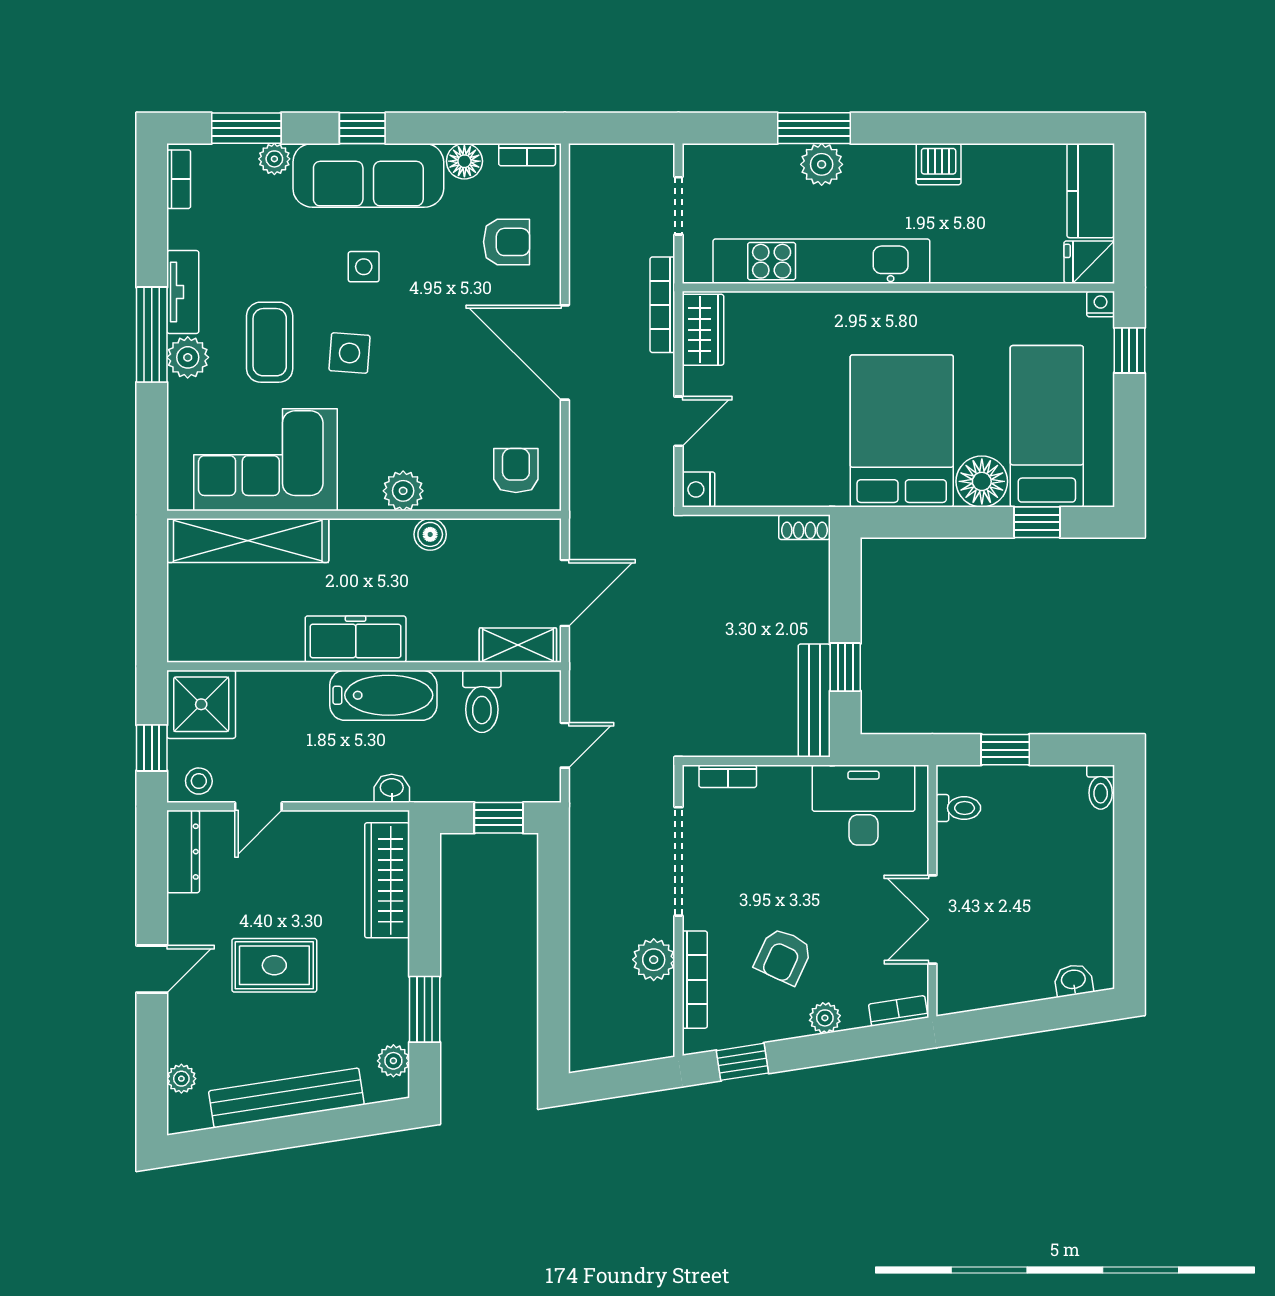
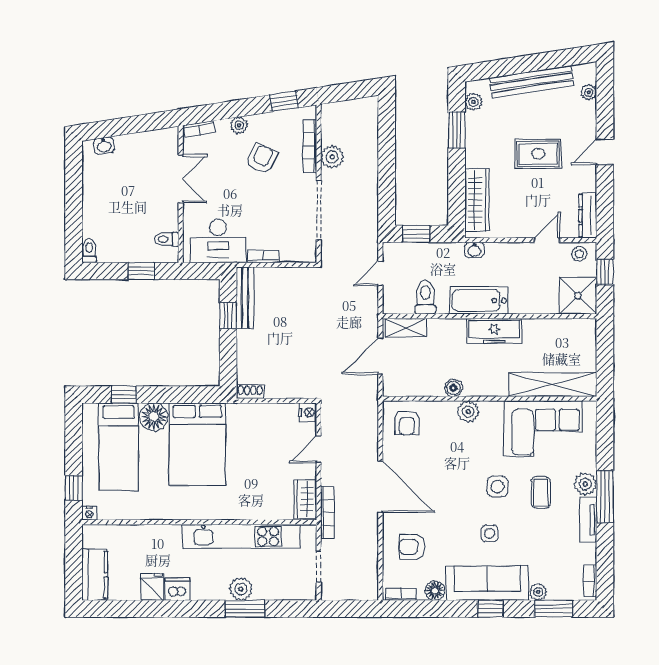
fridge: (1089, 262) -> (152, 587), moved, turned -90
coffee table: (270, 342) -> (541, 492), width x0.73, depth x0.77
bookcase: (728, 776) -> (263, 257), moved

